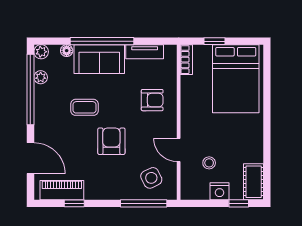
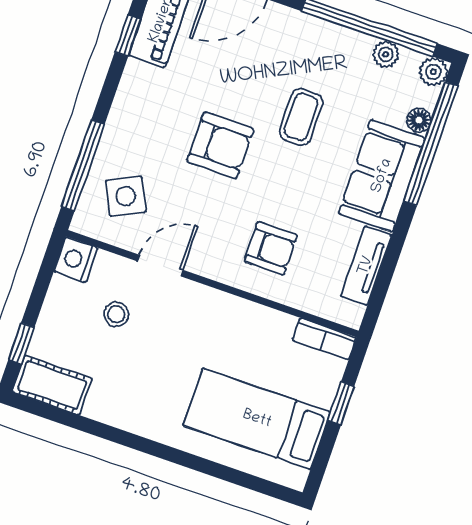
window: (102, 41) -> (431, 144), moved
bed: (236, 79) -> (257, 419), width x0.67
armchair: (152, 100) -> (271, 248), turned -90
nightstand: (220, 191) -> (76, 260), moved

